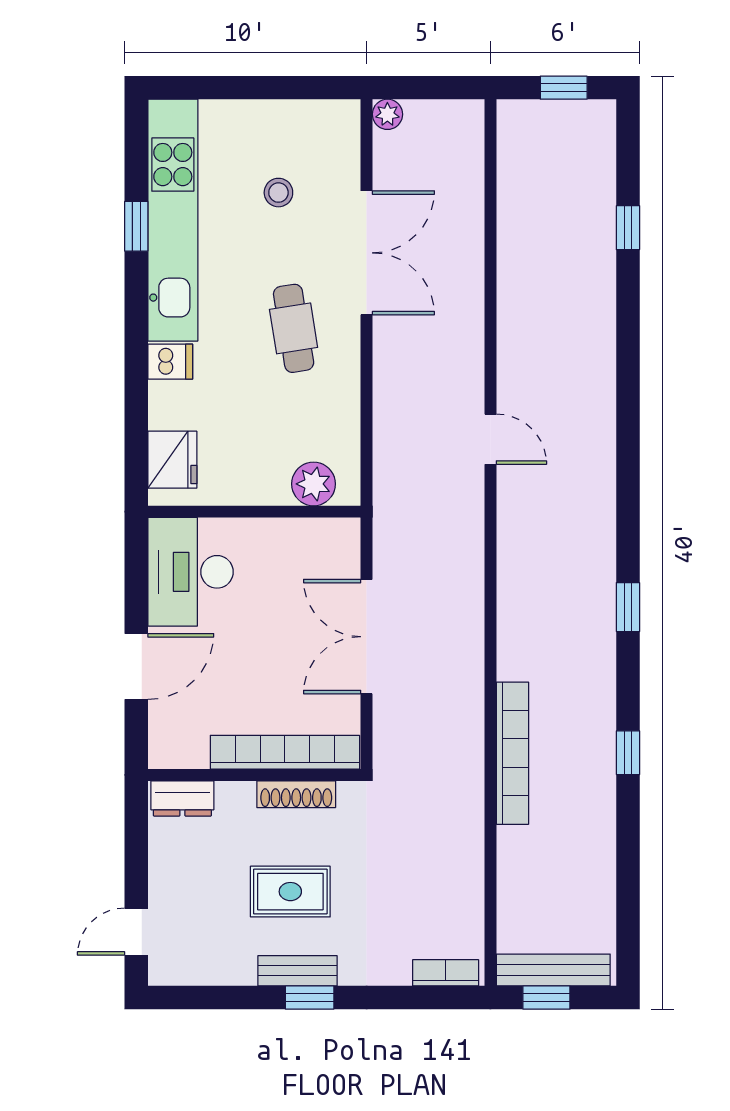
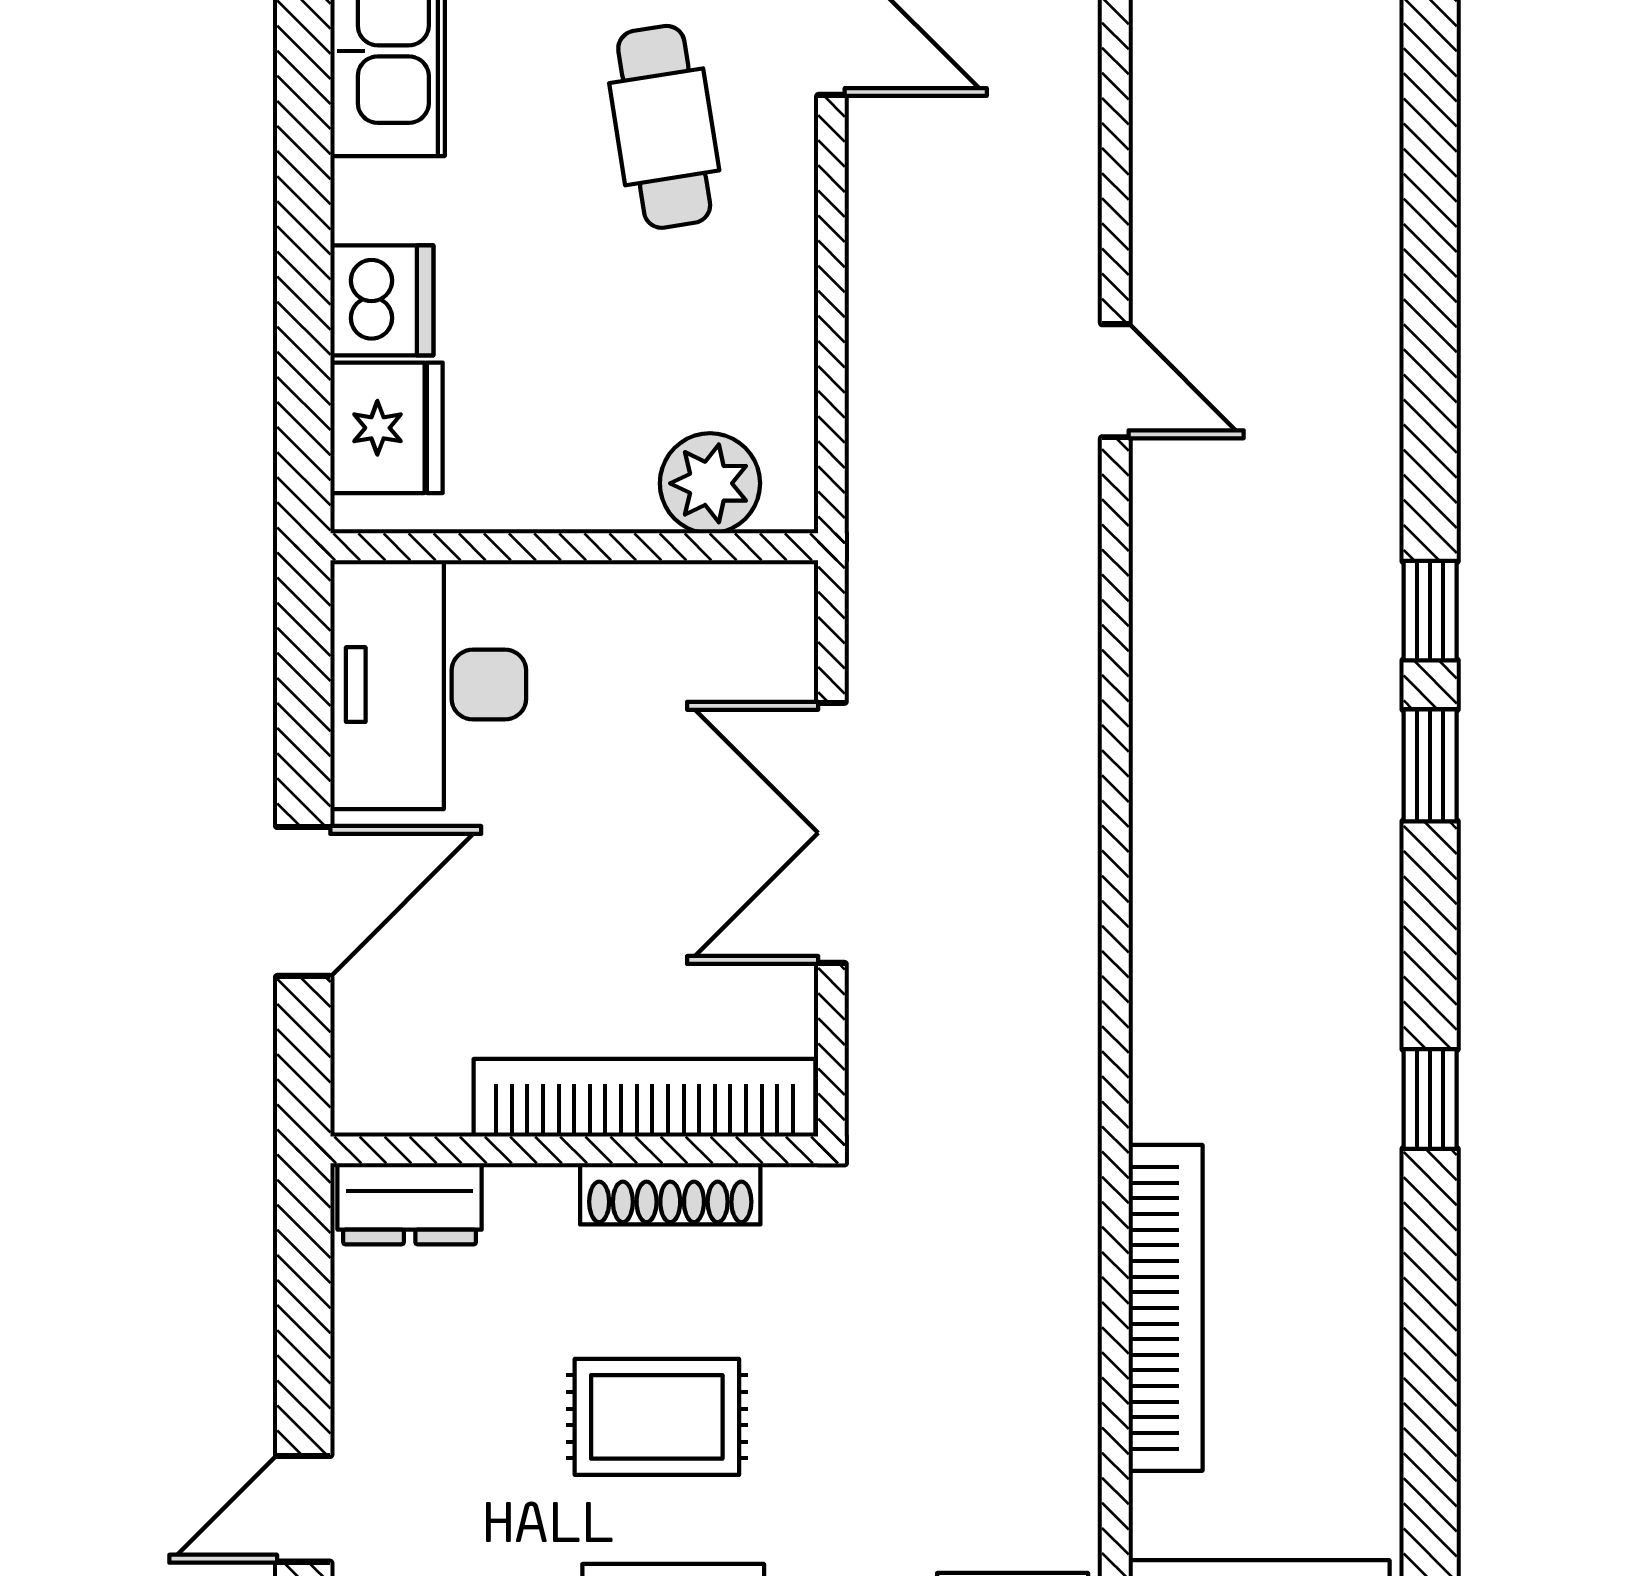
dishwasher: (170, 362) -> (382, 300), moved, width x1.38
window: (628, 540) -> (1430, 611), added
bookcase: (512, 753) -> (1166, 1308), moved

